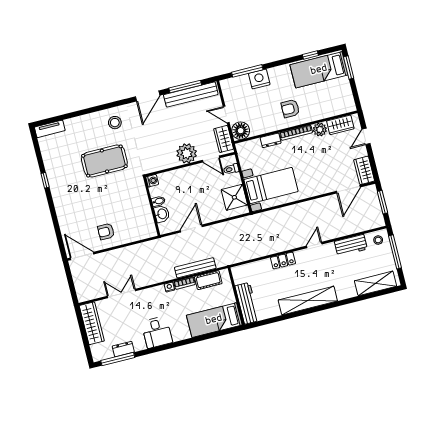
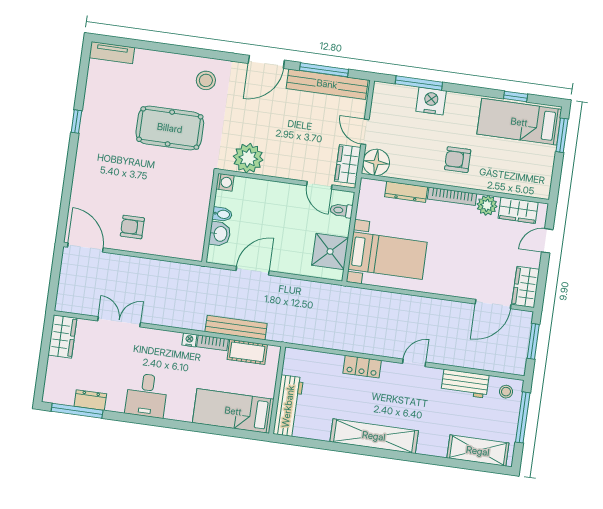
dresser: (271, 140) -> (406, 192), width x1.44
plant: (187, 153) -> (248, 158), moved
wardrobe: (92, 323) -> (62, 336), width x0.67

